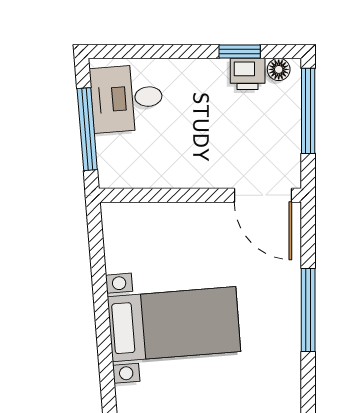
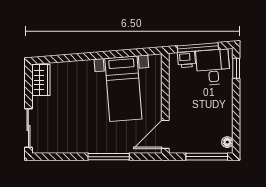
window: (240, 52) -> (236, 68), moved
printer: (248, 74) -> (186, 60), moved, turned -95
bed with nightstands: (174, 324) -> (123, 89), moved

